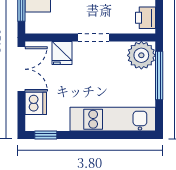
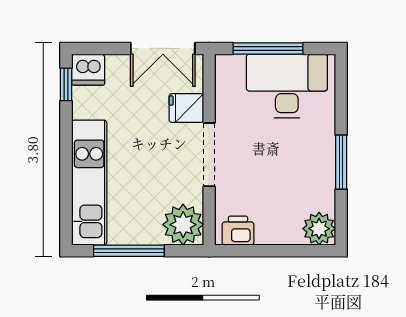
doorway: (94, 37) -> (209, 155), width x1.38
window: (159, 76) -> (129, 251), moved
dishwasher: (36, 103) -> (88, 70), moved

